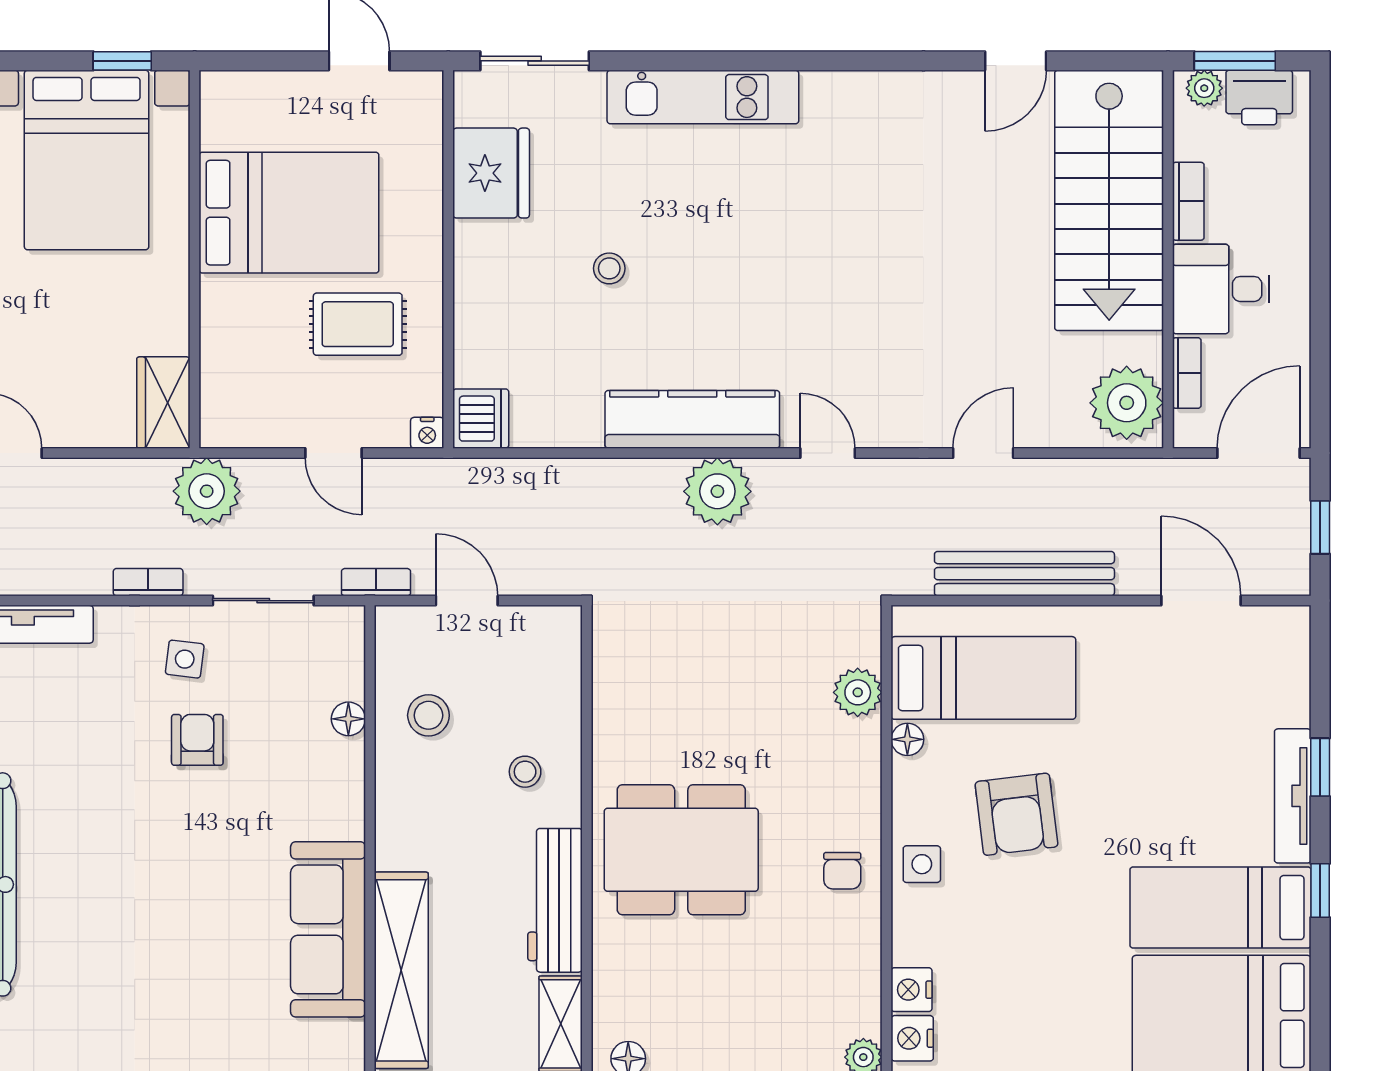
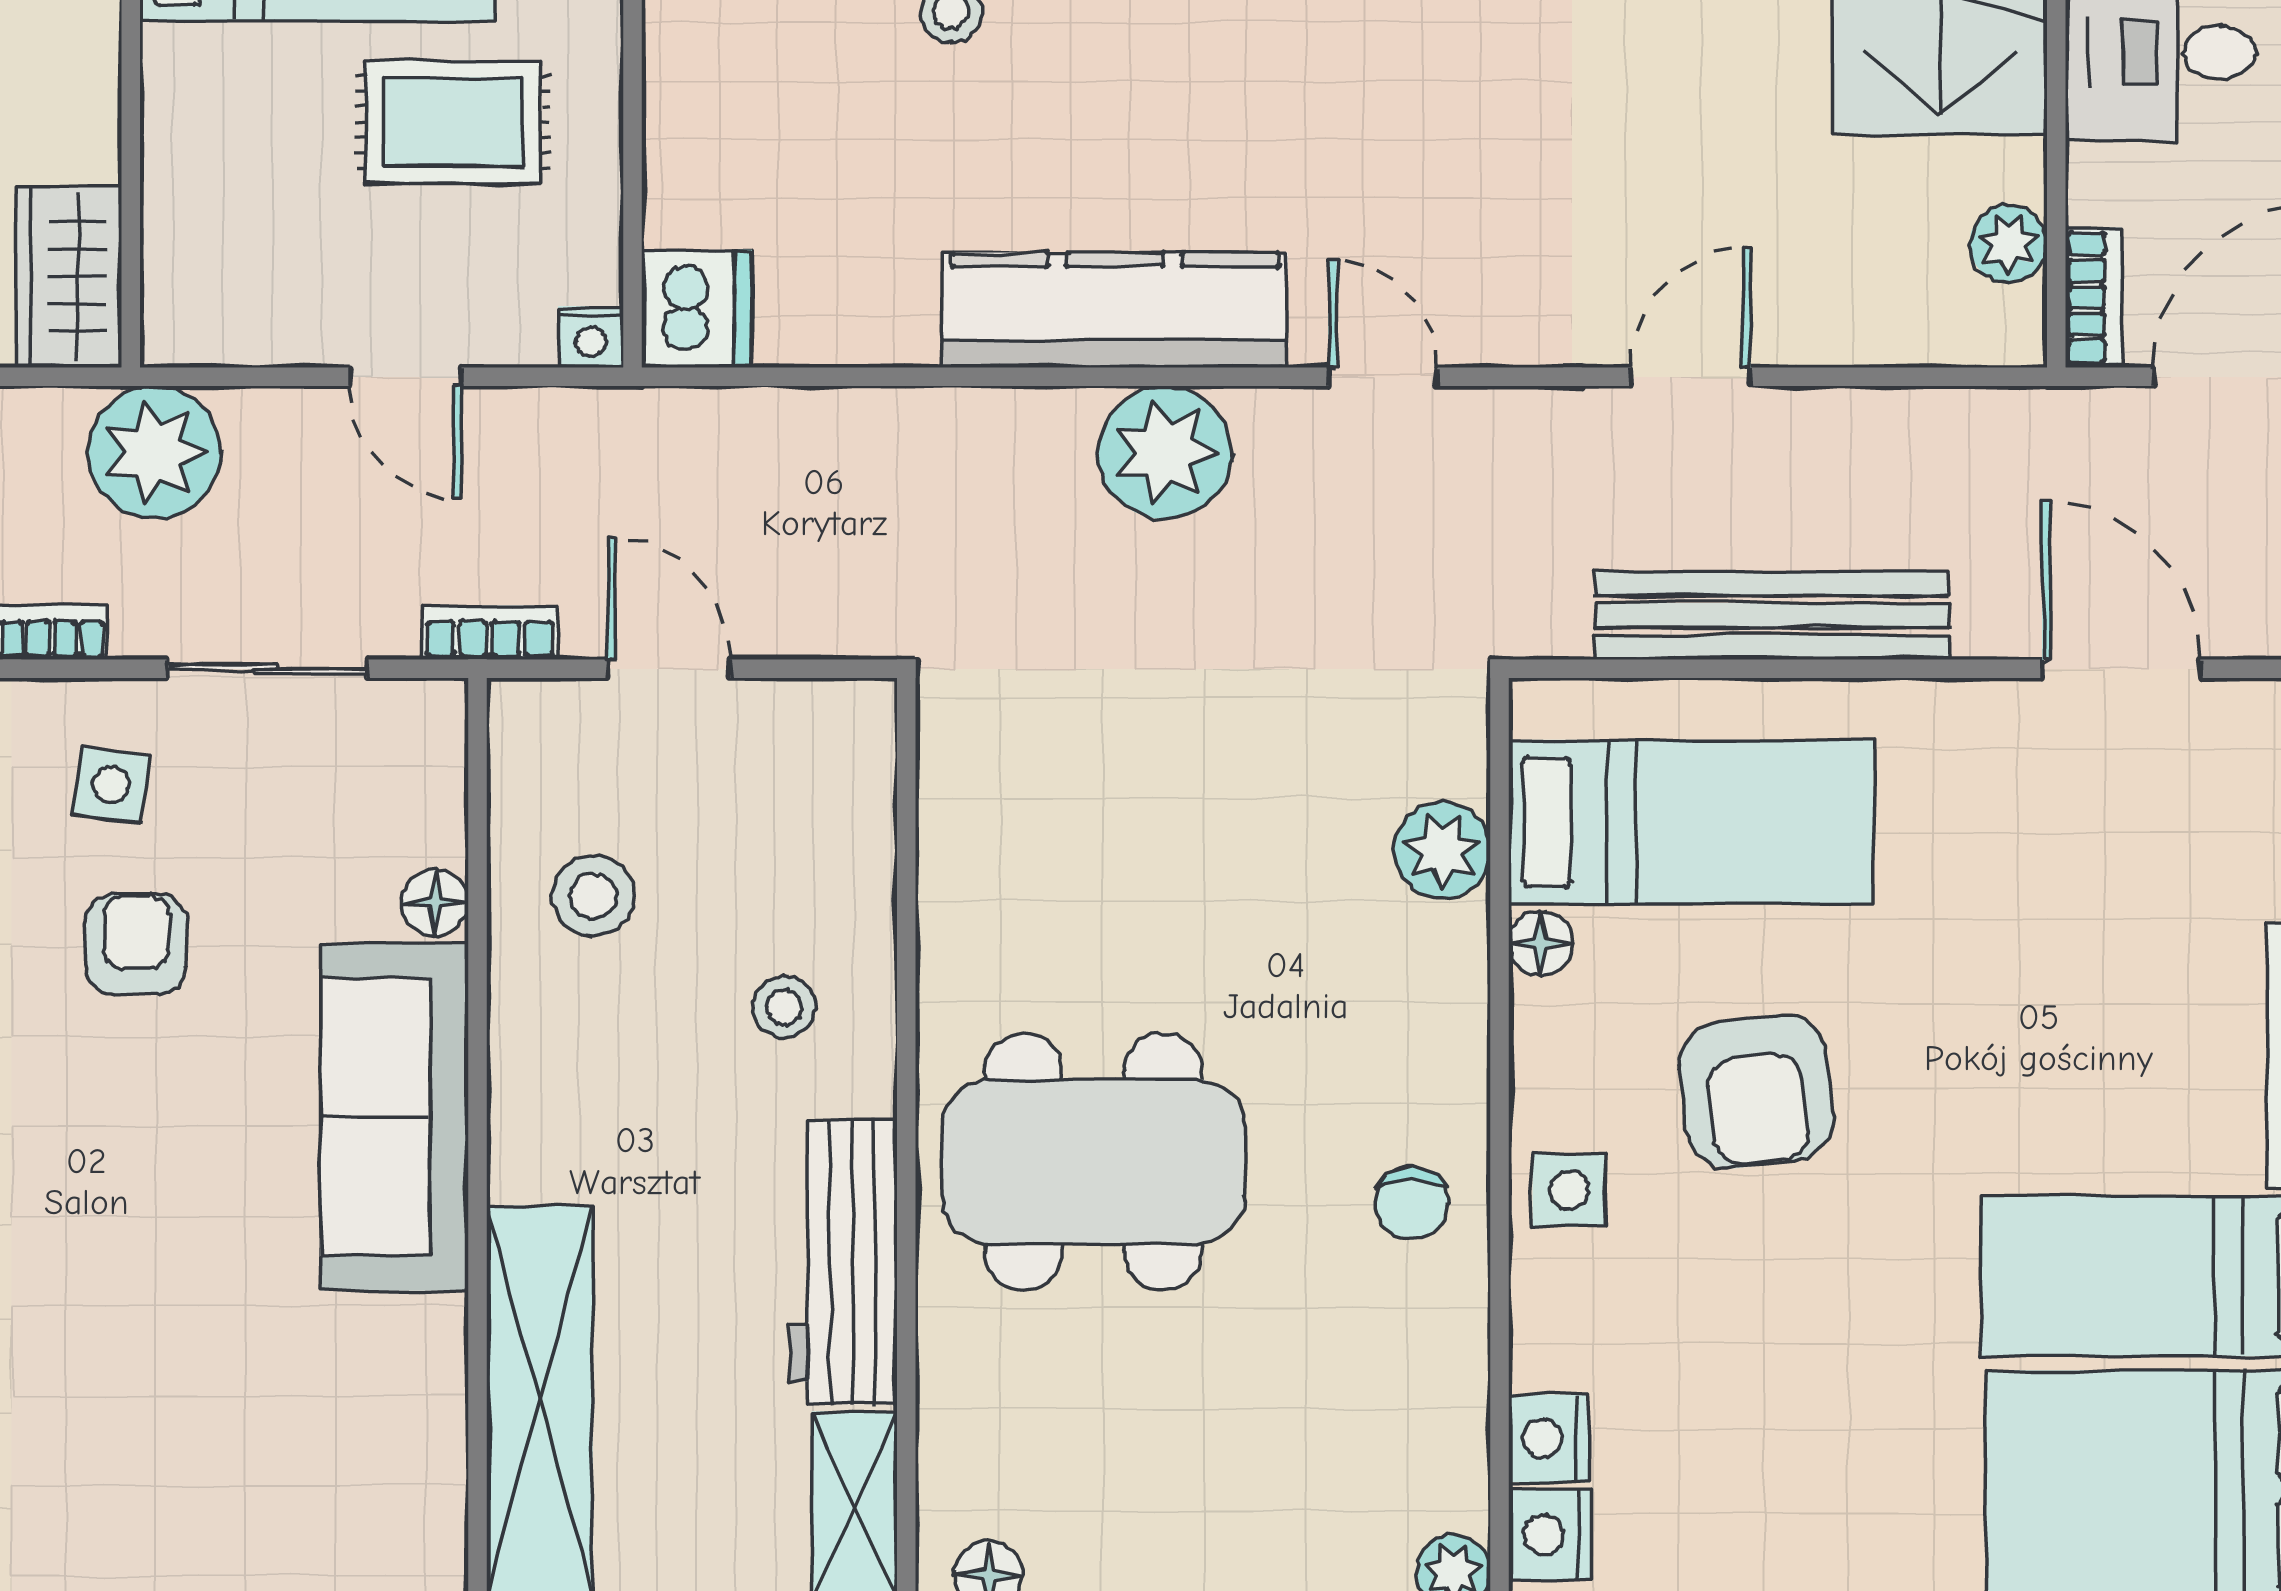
bookcase: (1187, 373) -> (2093, 298), moved
plant: (1127, 403) -> (2008, 244), width x0.53, depth x0.53
sofa: (328, 929) -> (395, 1117), moved

